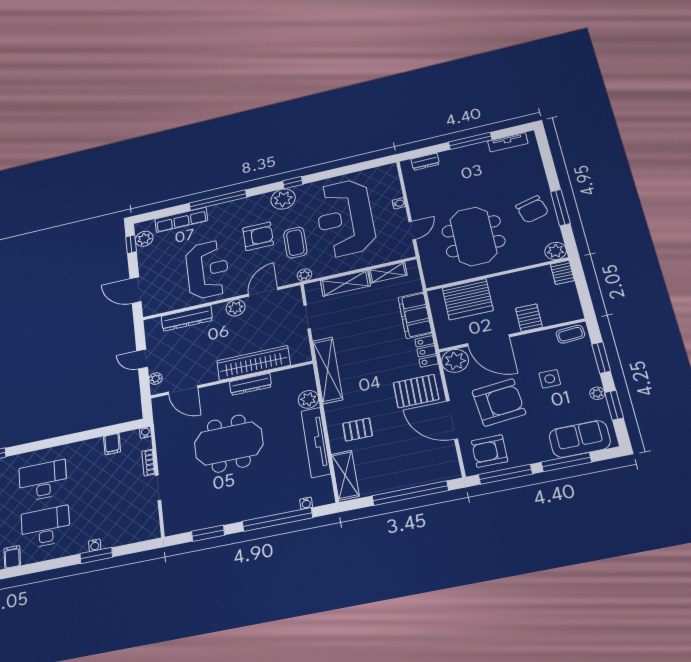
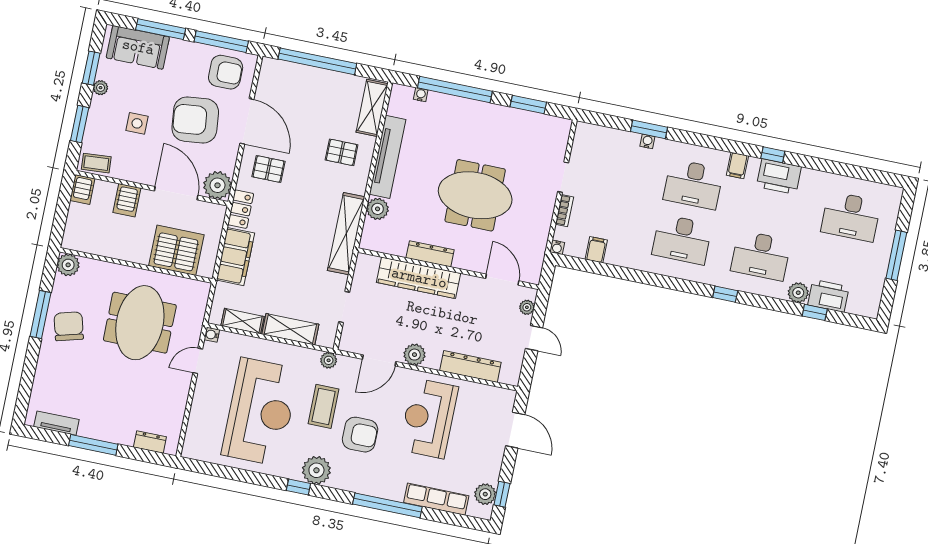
water cooler: (399, 203) -> (212, 335), moved
armchair: (258, 236) -> (360, 435), turned 180
server rack: (562, 272) -> (82, 190), moved, turned 180
pallet: (416, 391) -> (268, 169), width x0.67, depth x0.71

